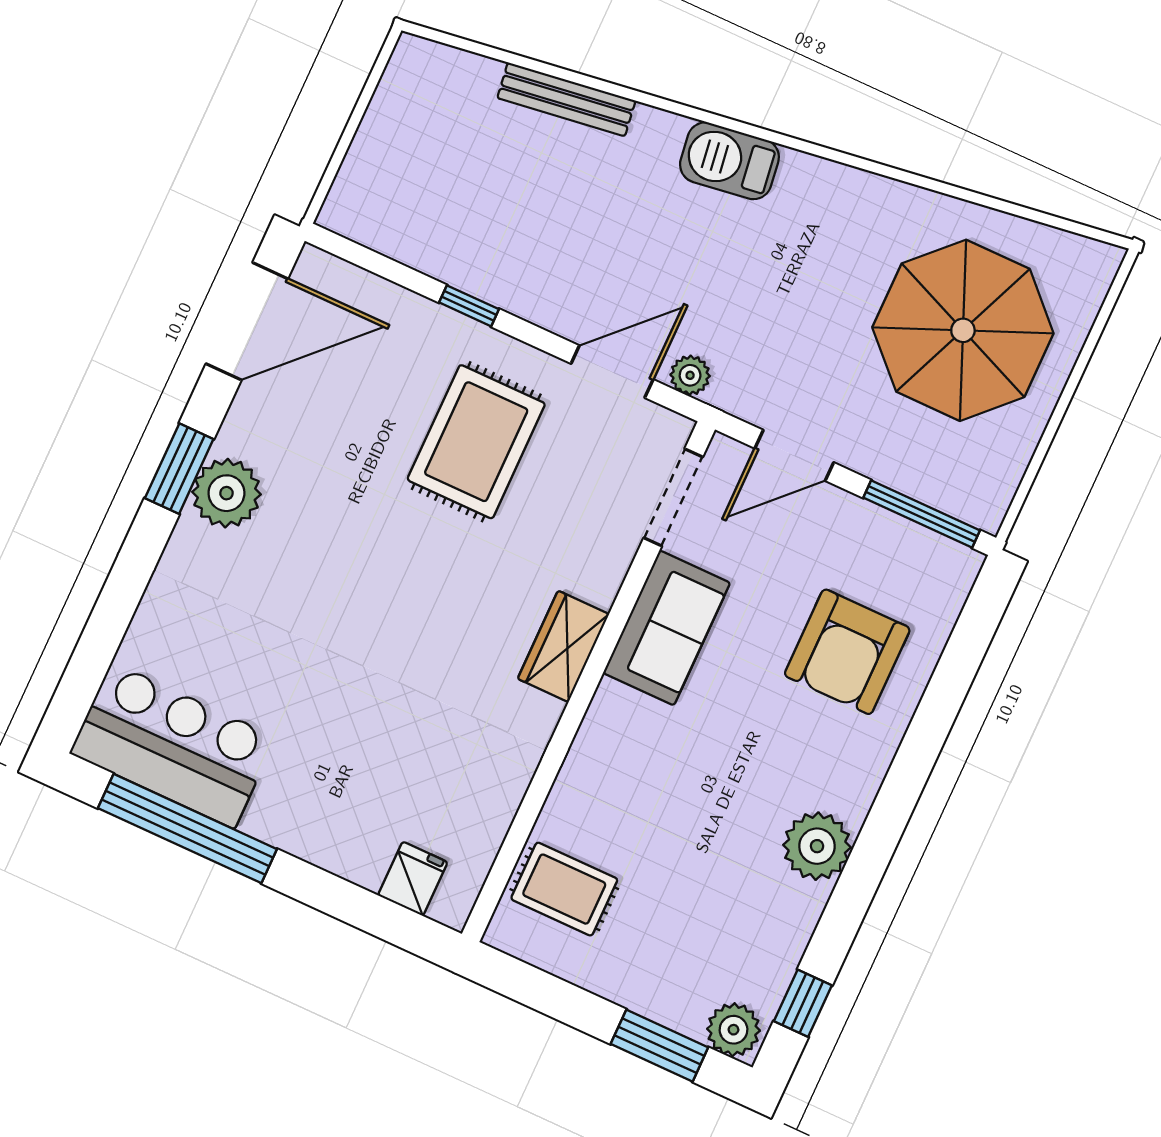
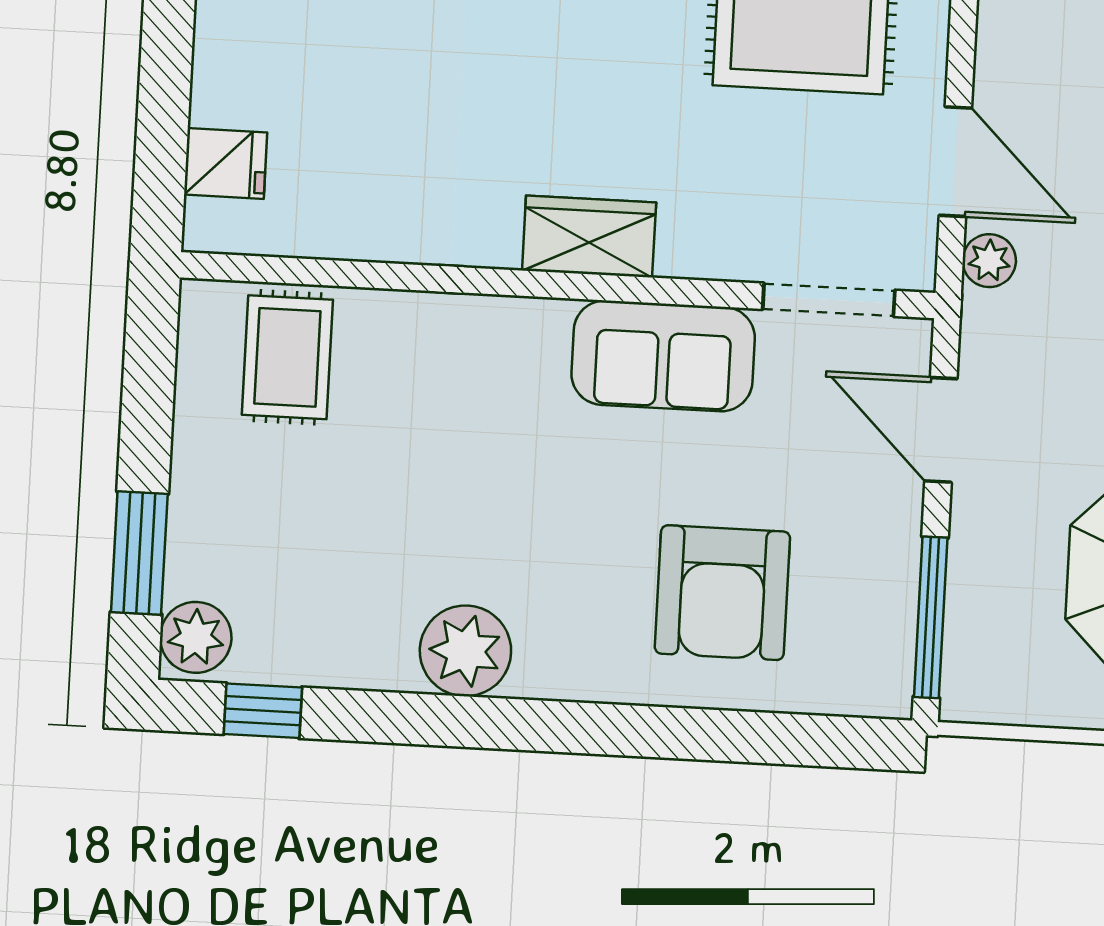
armchair: (847, 652) -> (722, 593), turned -90

